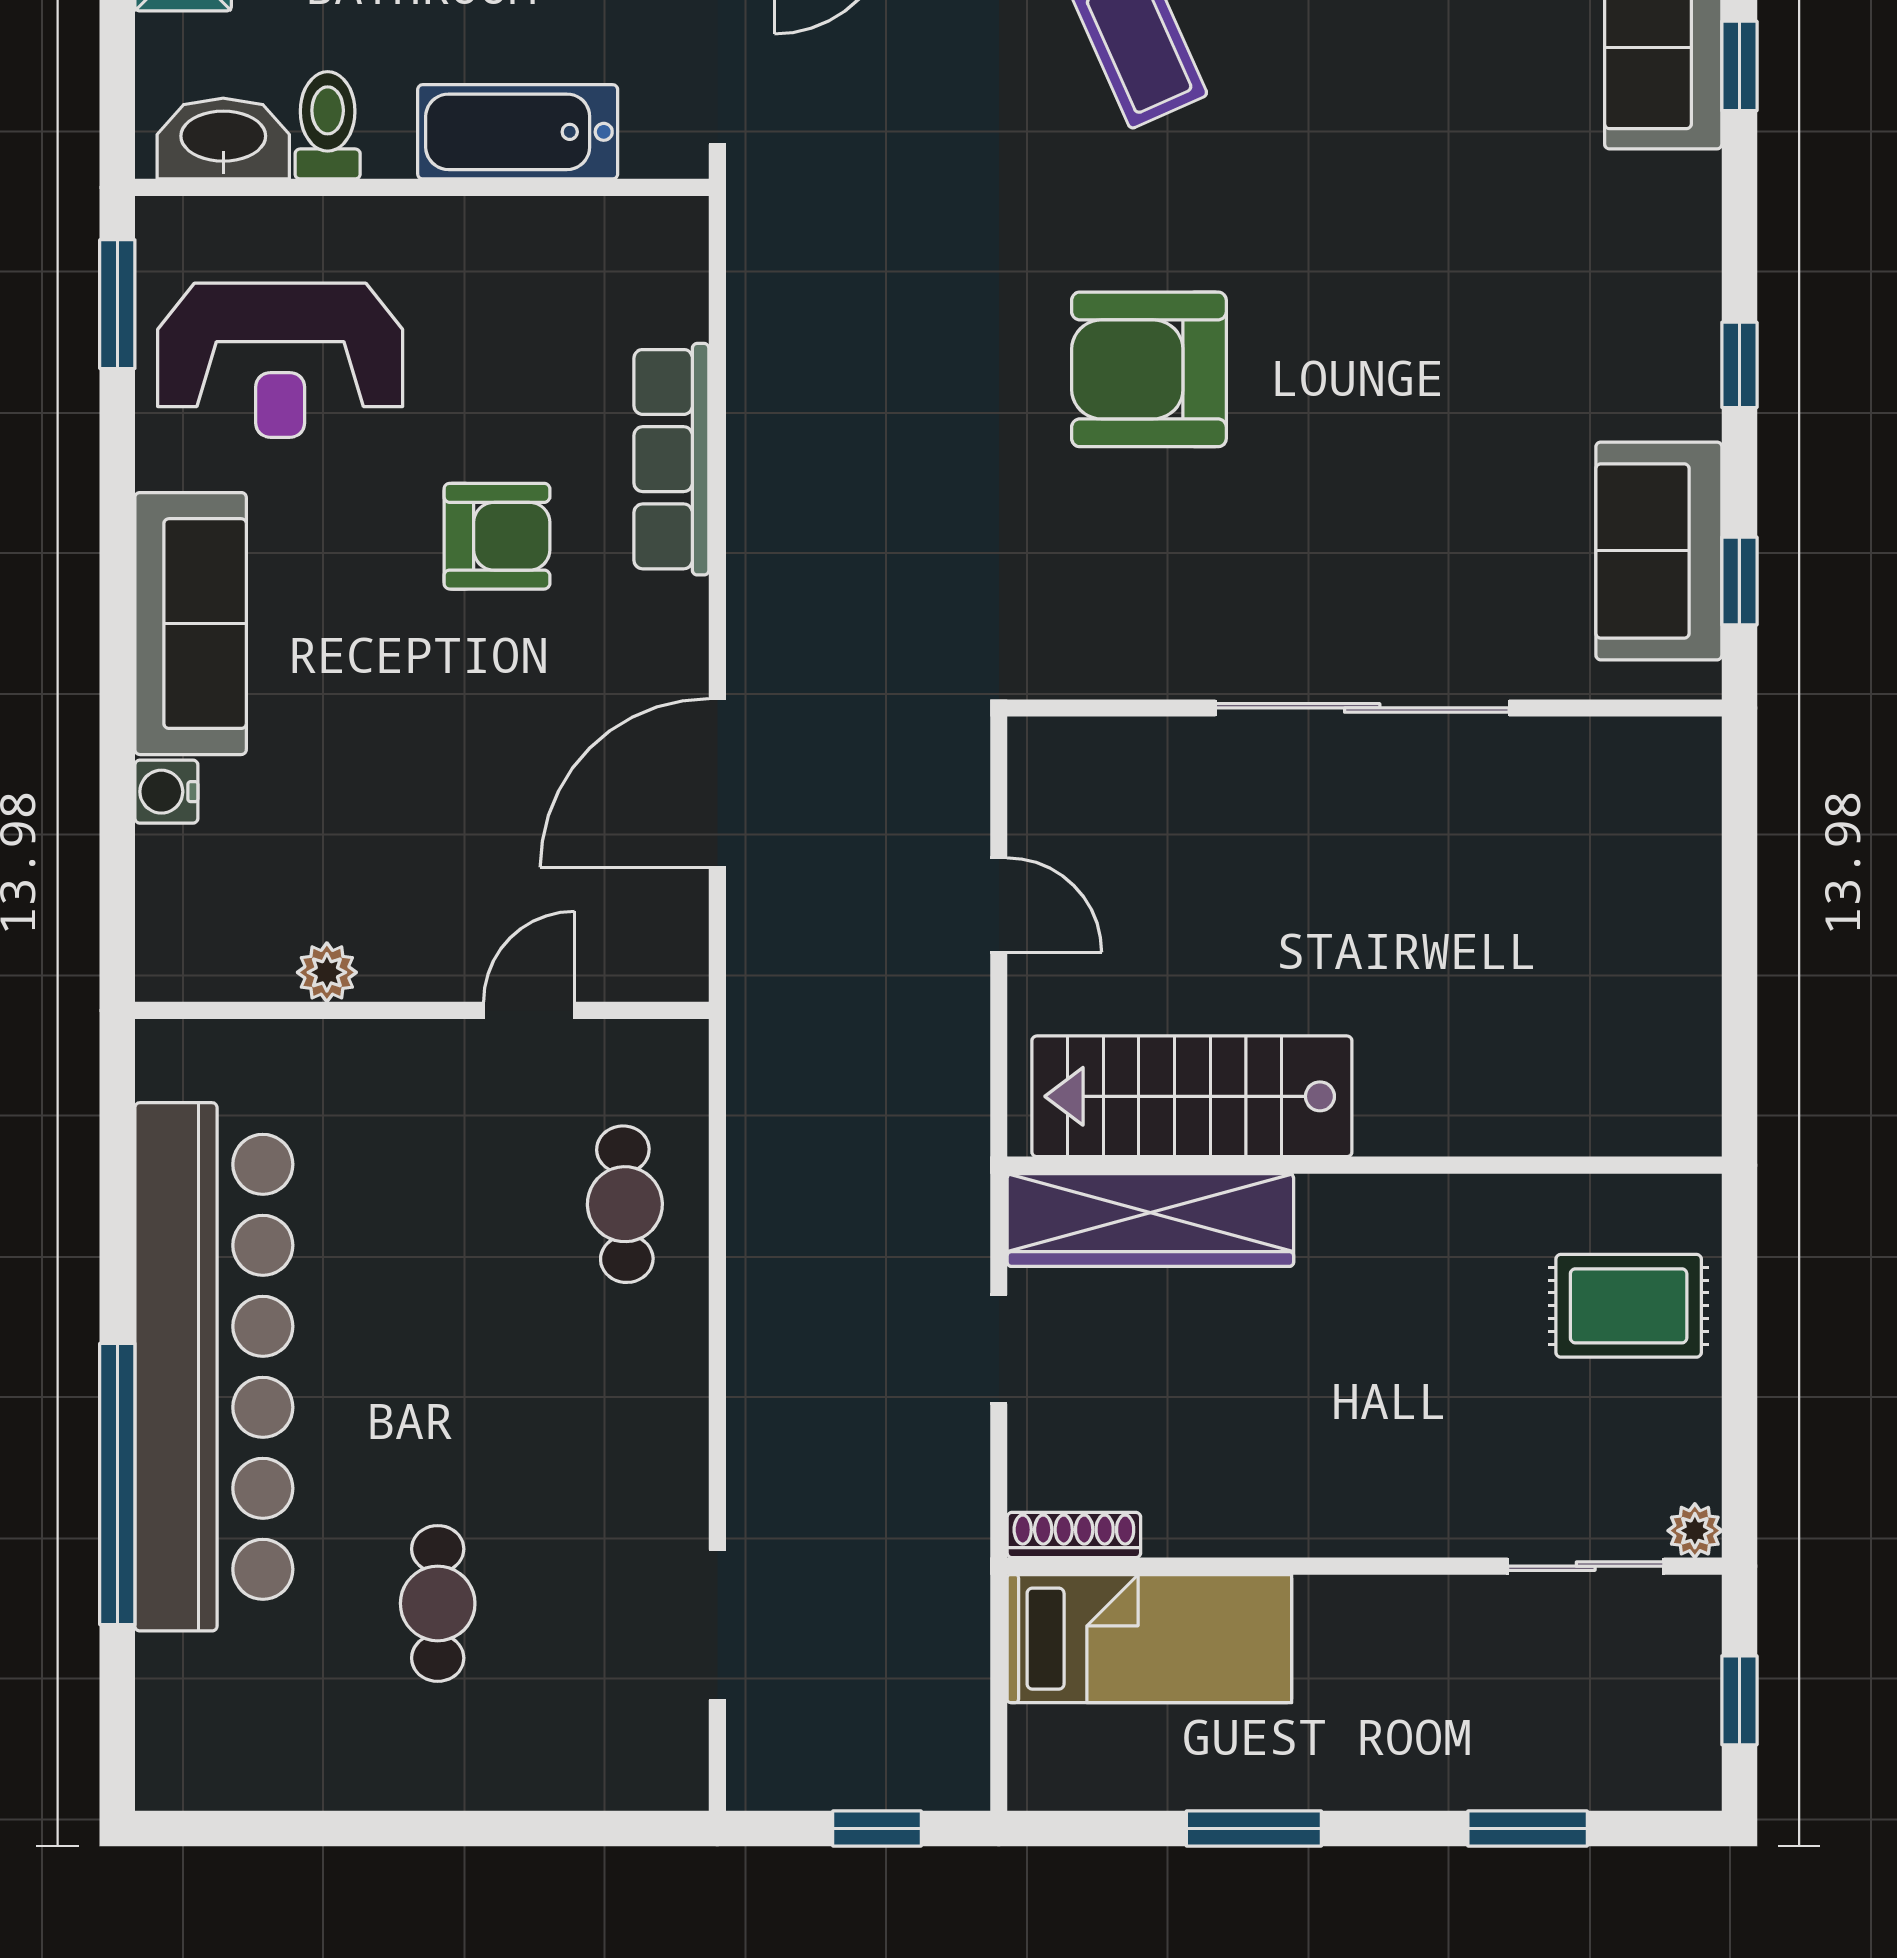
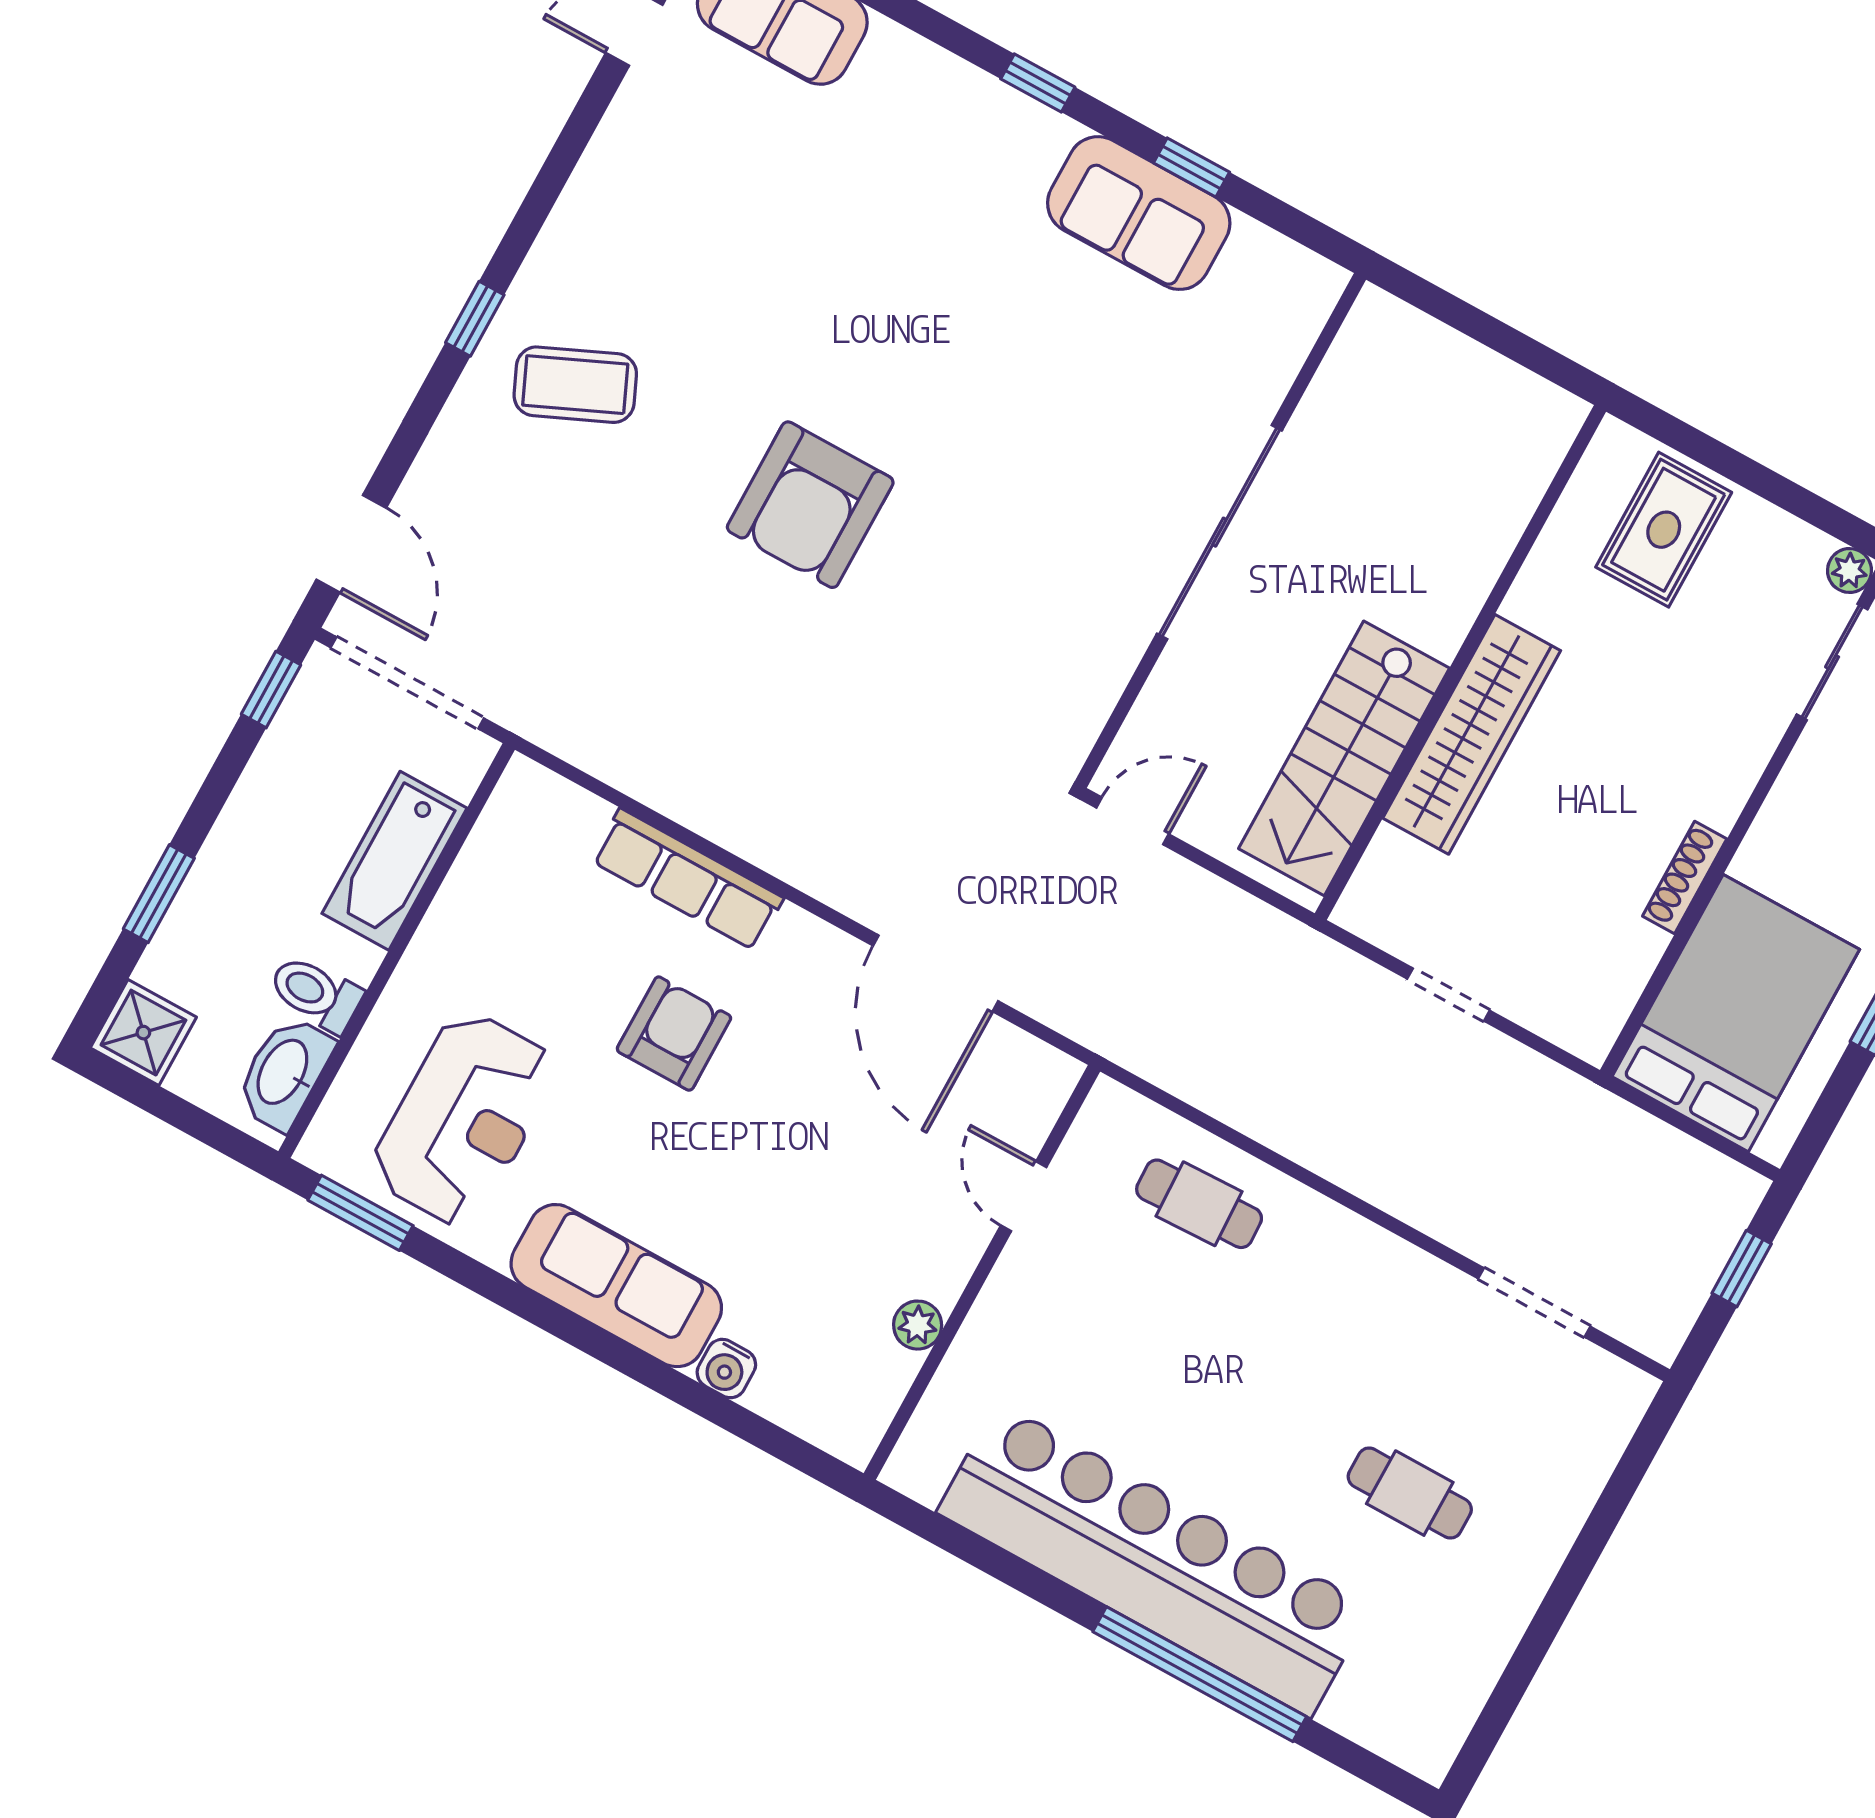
sliding door: (1362, 708) -> (1219, 532), moved
wall: (1364, 708) -> (1220, 531), moved
wardrobe: (1150, 1220) -> (1472, 734), moved
shoe rack: (1074, 1535) -> (1685, 878), moved
bed: (1149, 1639) -> (1736, 1013), width x1.50

